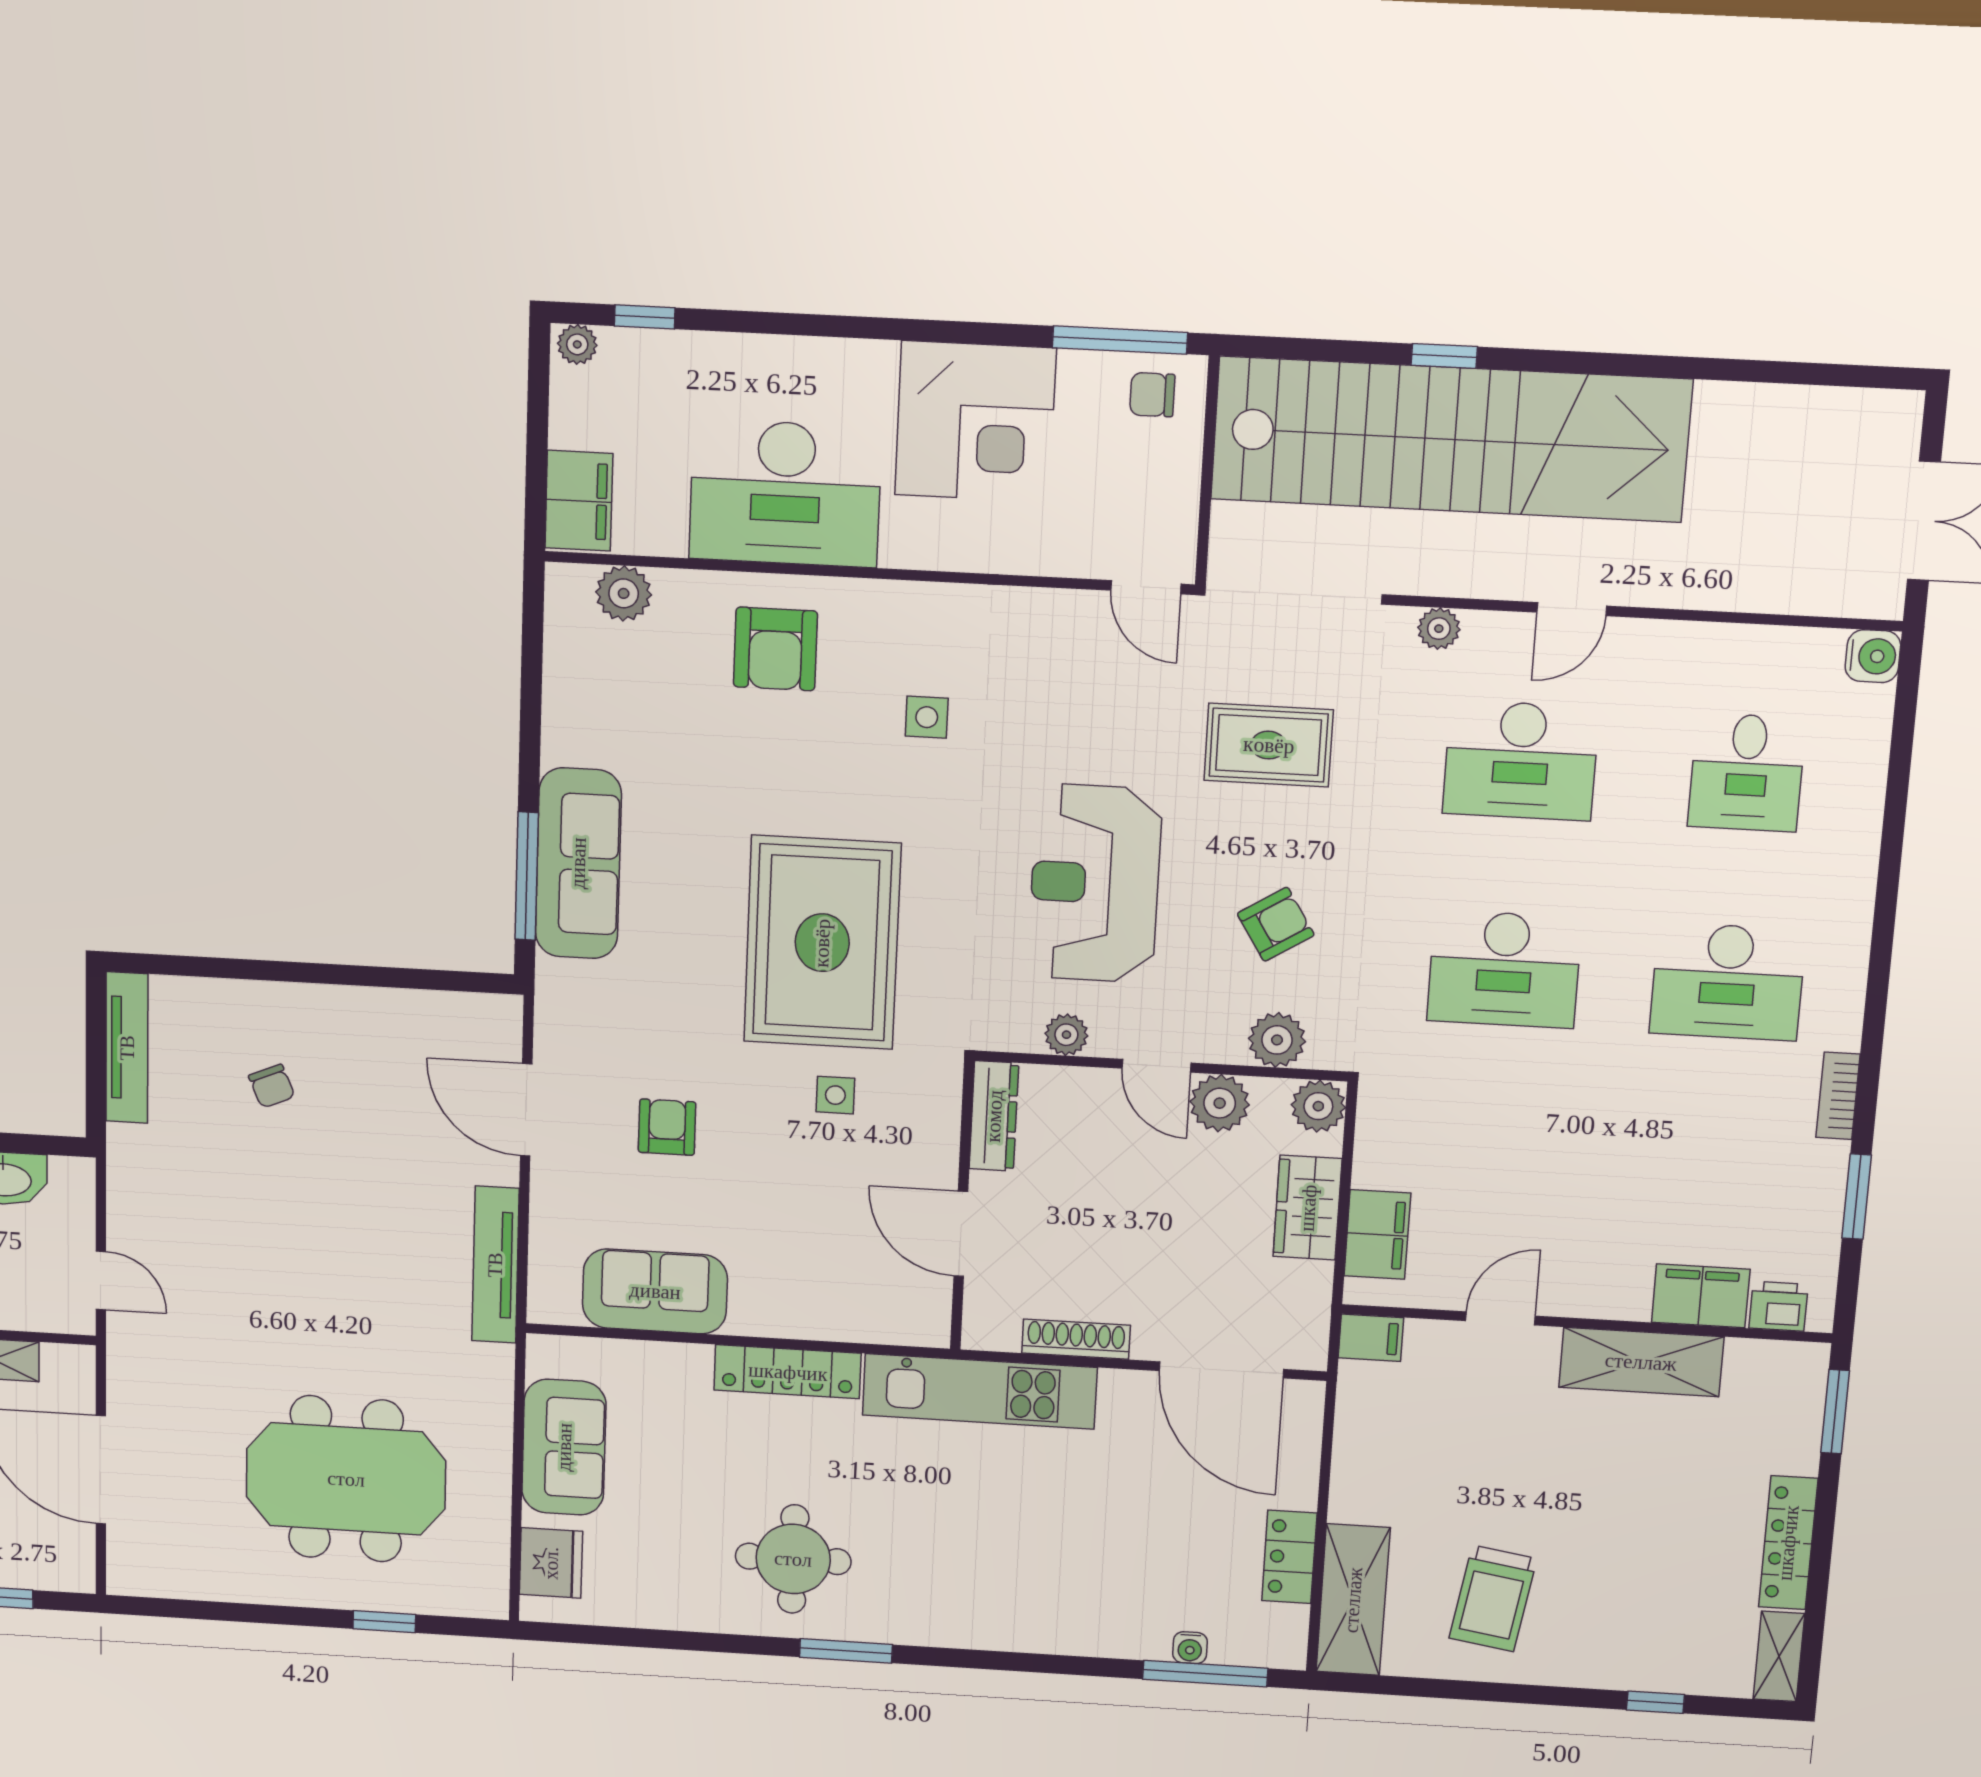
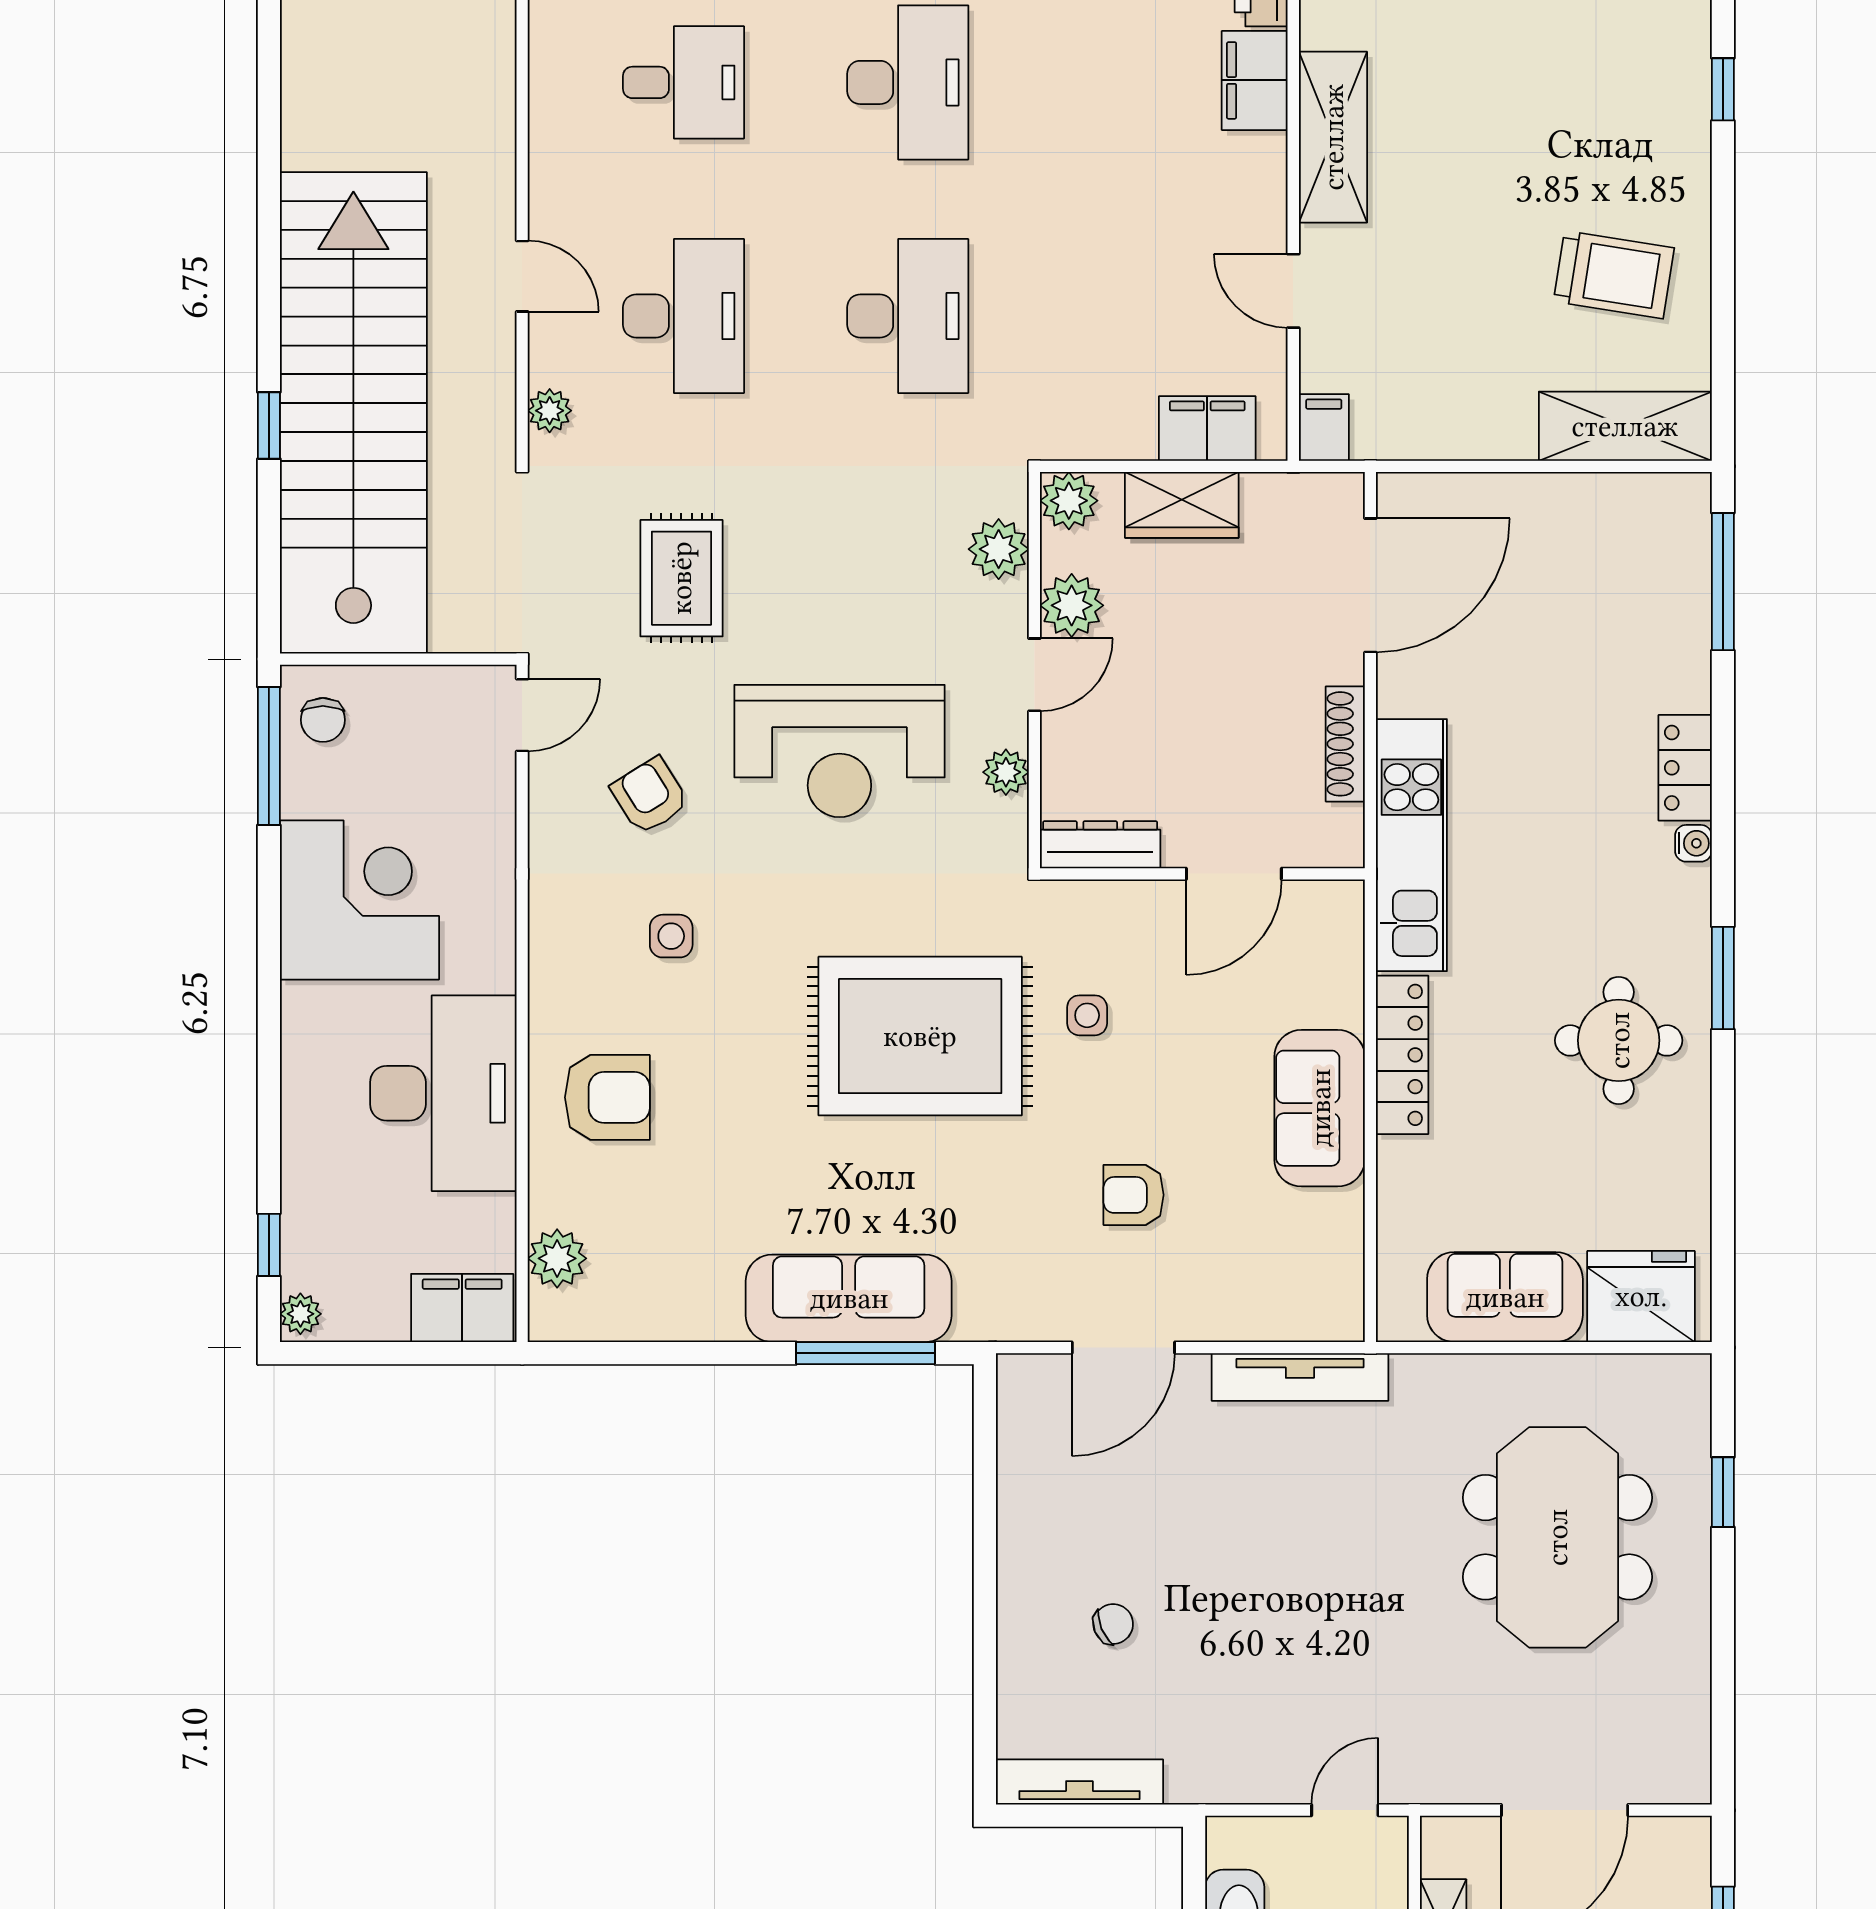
armchair: (1276, 924) -> (650, 796), moved
sofa: (655, 1291) -> (1320, 1108), moved
locker: (1289, 1557) -> (1685, 768), moved, turned 90
fridge: (551, 1563) -> (1641, 1296), width x1.36, depth x1.34
water cooler: (1190, 1648) -> (1693, 843), moved

